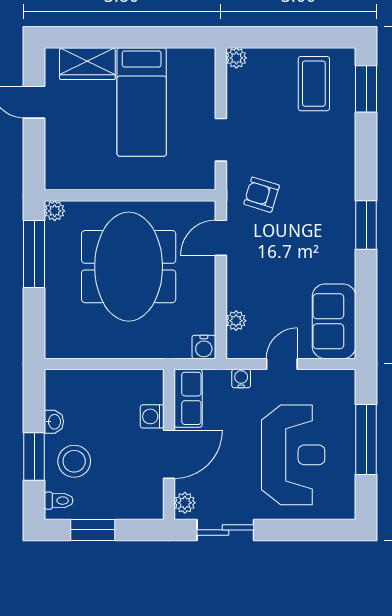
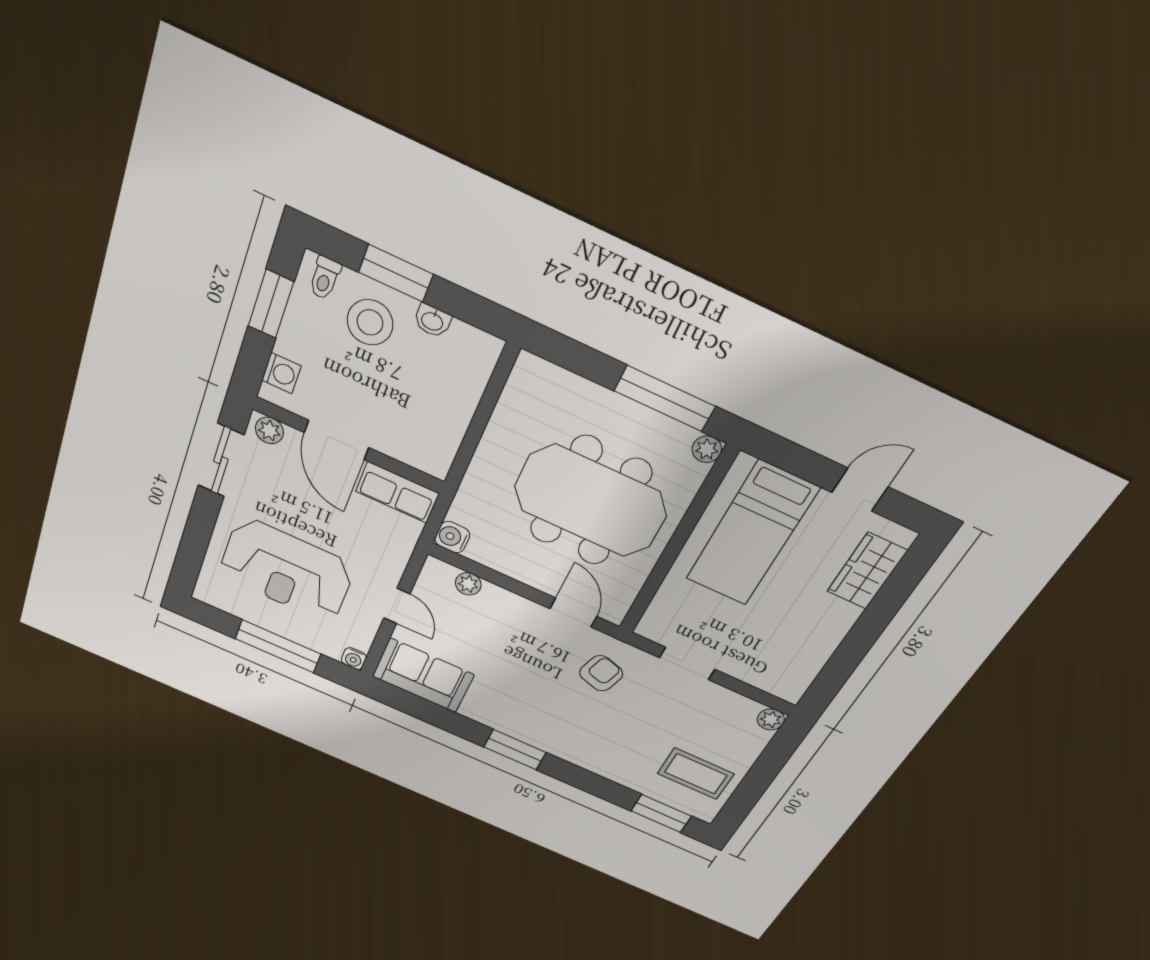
bed: (142, 102) -> (752, 534), moved, turned -90
water cooler: (241, 378) -> (354, 659), moved, turned 90
washing machine: (152, 416) -> (281, 373), moved, turned 90

